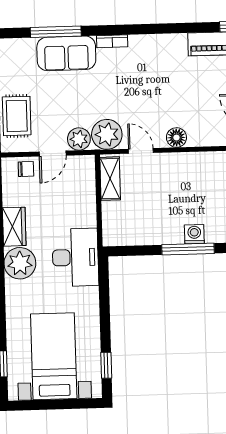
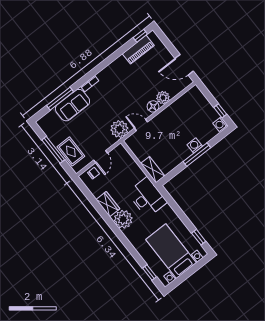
plant: (79, 139) -> (163, 98), moved
shelving: (110, 179) -> (153, 170), moved

